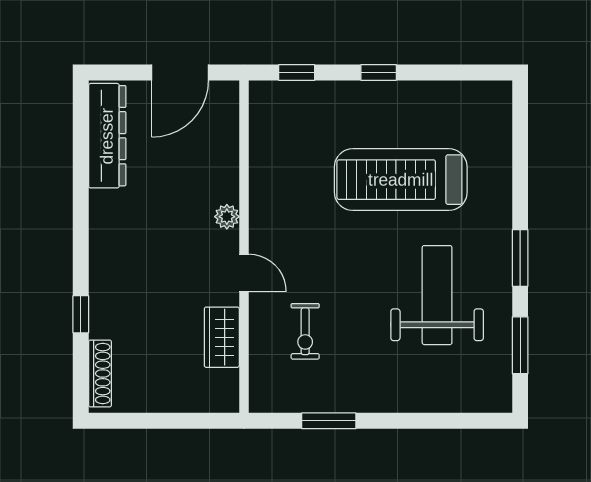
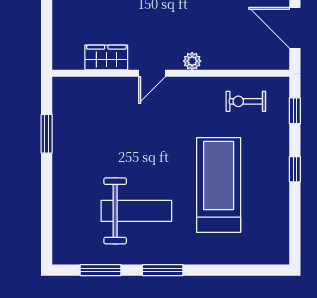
exercise bike: (305, 331) -> (246, 101), moved

